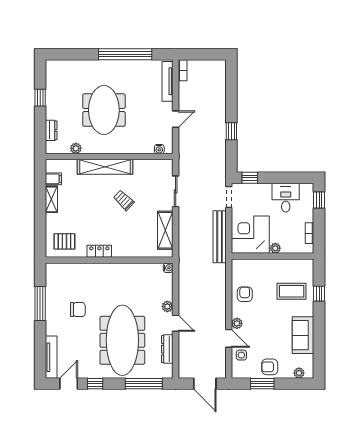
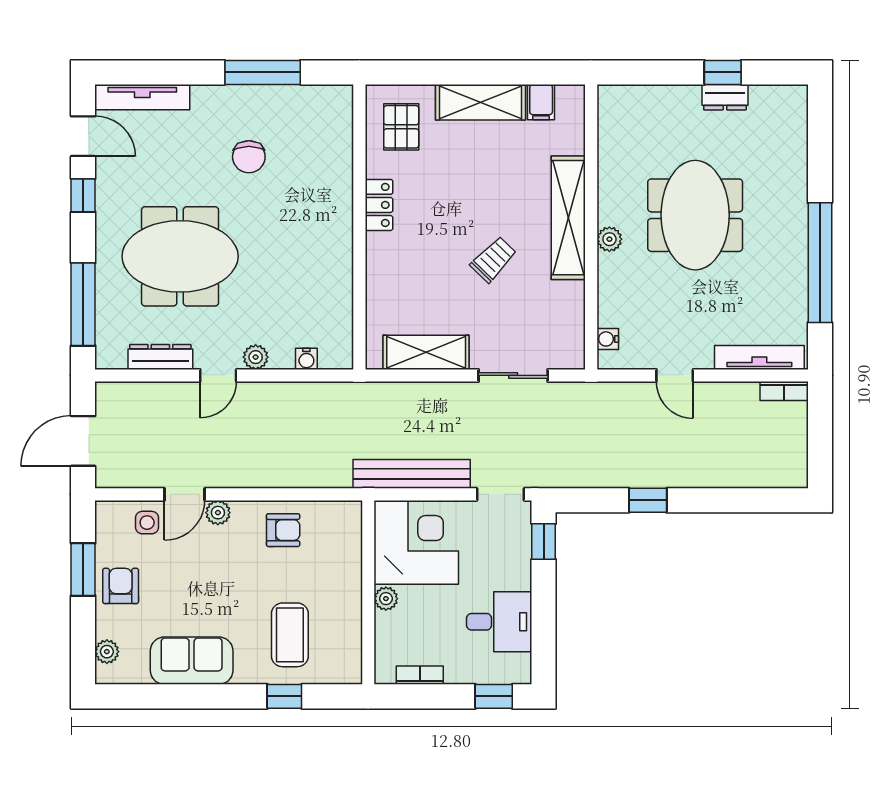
meeting table: (104, 110) -> (695, 215), turned 90
dresser: (51, 130) -> (725, 97), moved
plant: (76, 148) -> (609, 239), moved
shelving: (51, 199) -> (481, 102), width x1.50, depth x1.33
water cooler: (168, 268) -> (306, 359), moved
meeting table: (122, 340) -> (180, 256), width x0.73

